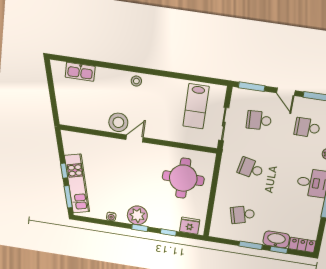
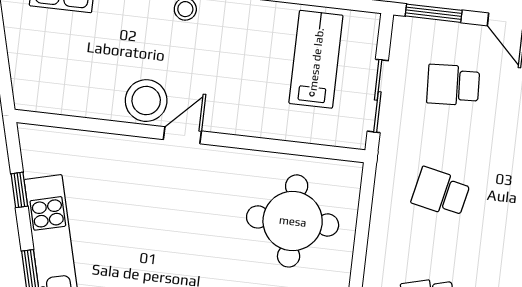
lab bench: (196, 106) -> (316, 59), turned 180
window: (64, 171) -> (19, 190), moved

